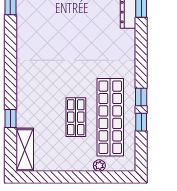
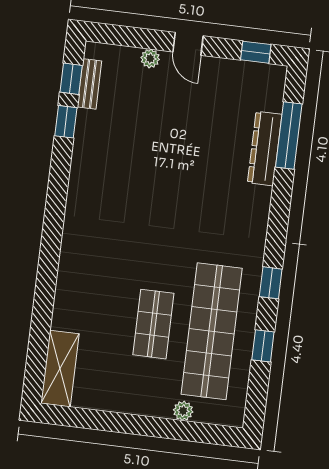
window: (141, 97) -> (271, 283), moved
window: (10, 118) -> (42, 313), removed

